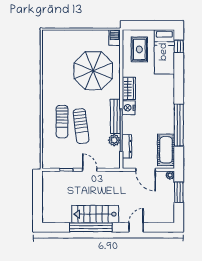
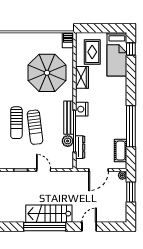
wardrobe: (129, 89) -> (82, 77), moved
cot: (166, 150) -> (121, 151), width x0.73, depth x0.75
door: (146, 170) -> (98, 170), hinge flipped

